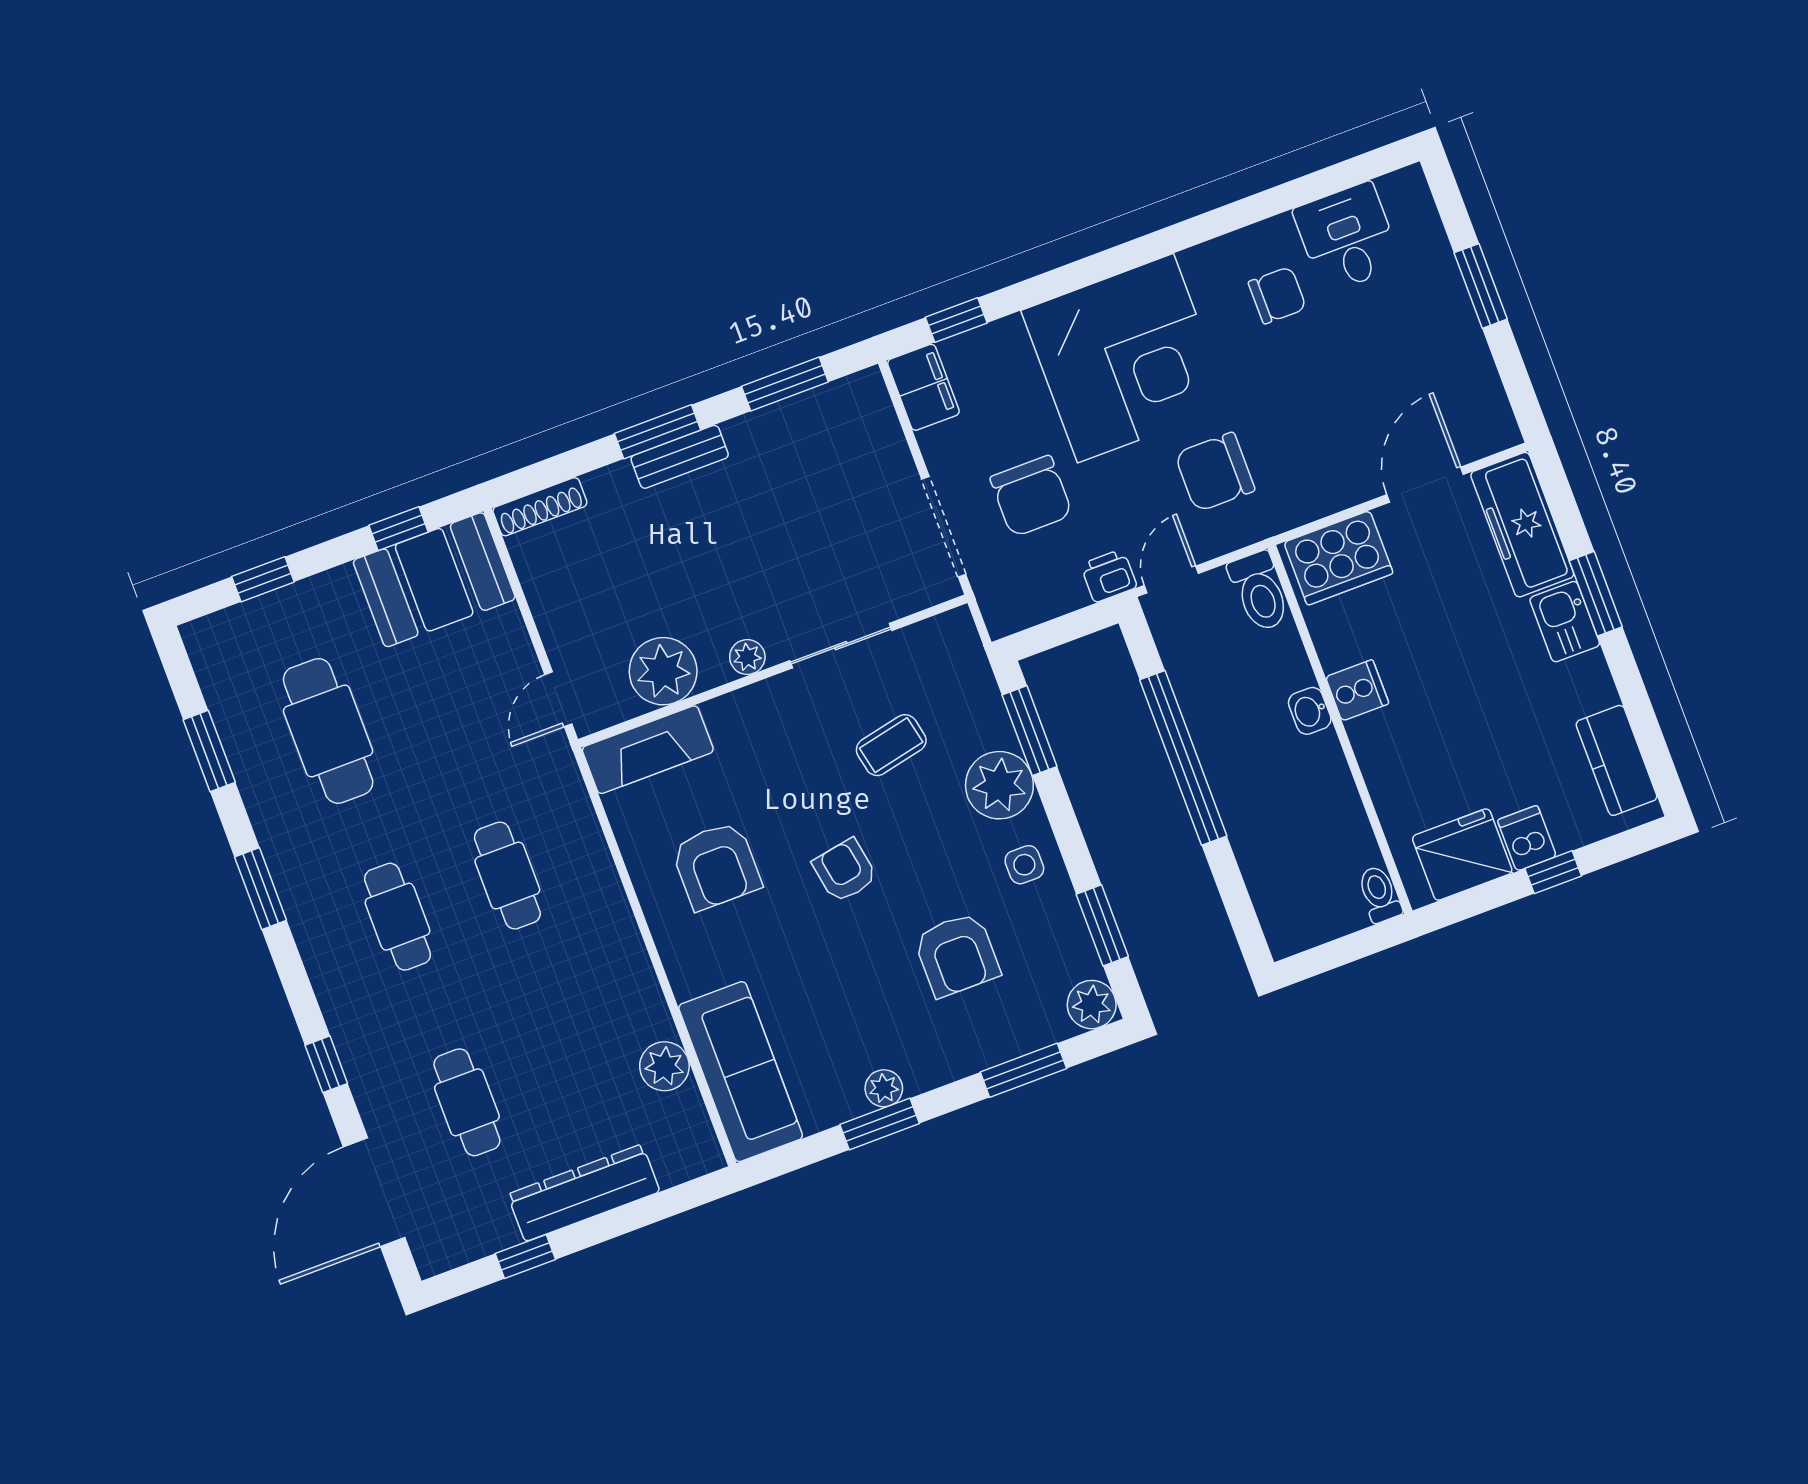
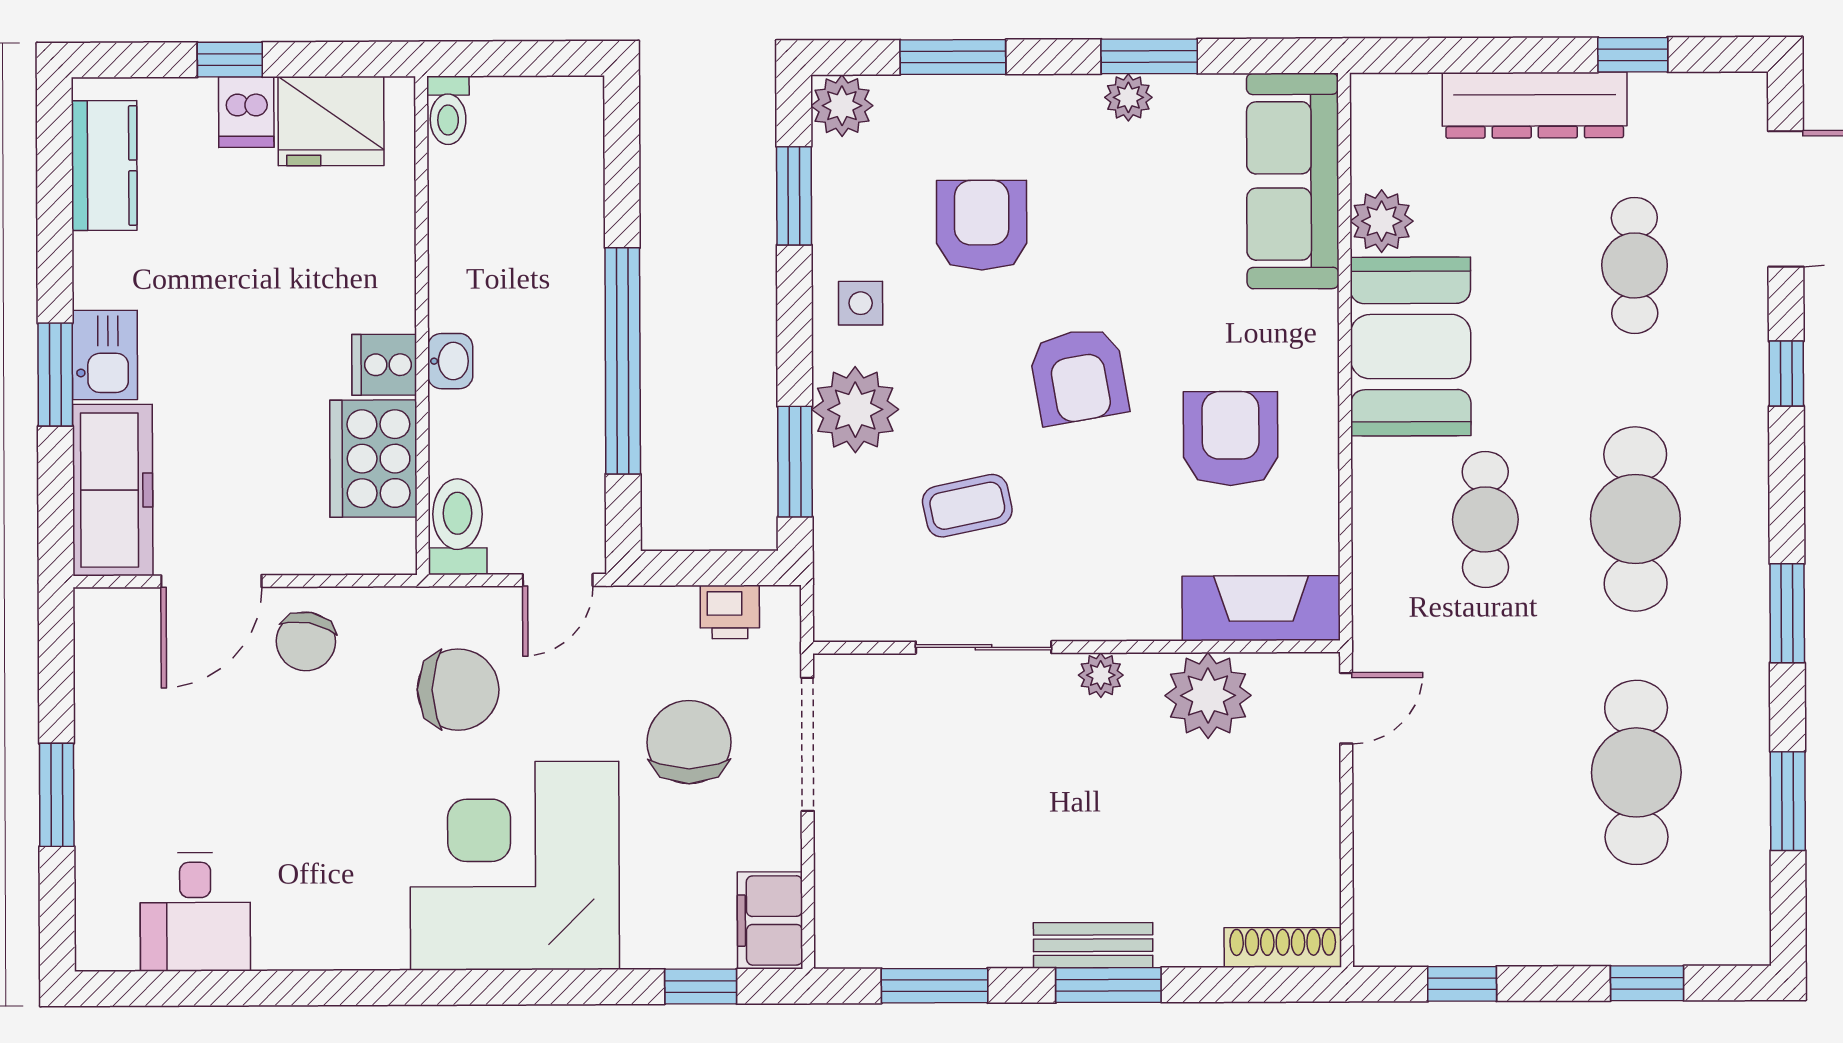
chair: (1277, 295) -> (306, 641), moved, turned -79
cooker: (1338, 558) -> (373, 459), moved, turned -90
printer: (1109, 576) -> (730, 612), moved
booth: (434, 580) -> (1411, 347), moved, turned 90
armchair: (845, 871) -> (1079, 376), width x1.38, depth x1.38
cafe table: (397, 917) -> (1635, 519), width x1.37, depth x1.35

